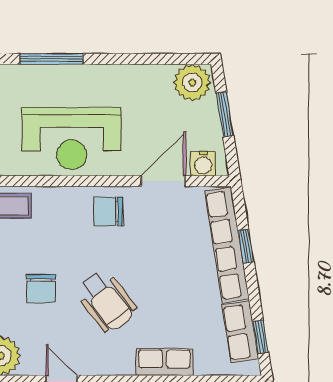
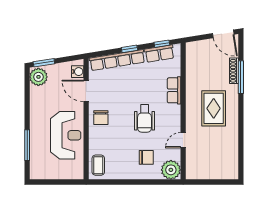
window: (225, 114) -> (44, 63), moved
window: (246, 247) -> (129, 49), moved
chair: (41, 289) -> (146, 157), moved
wheelchair: (106, 301) -> (145, 118), turned 127

